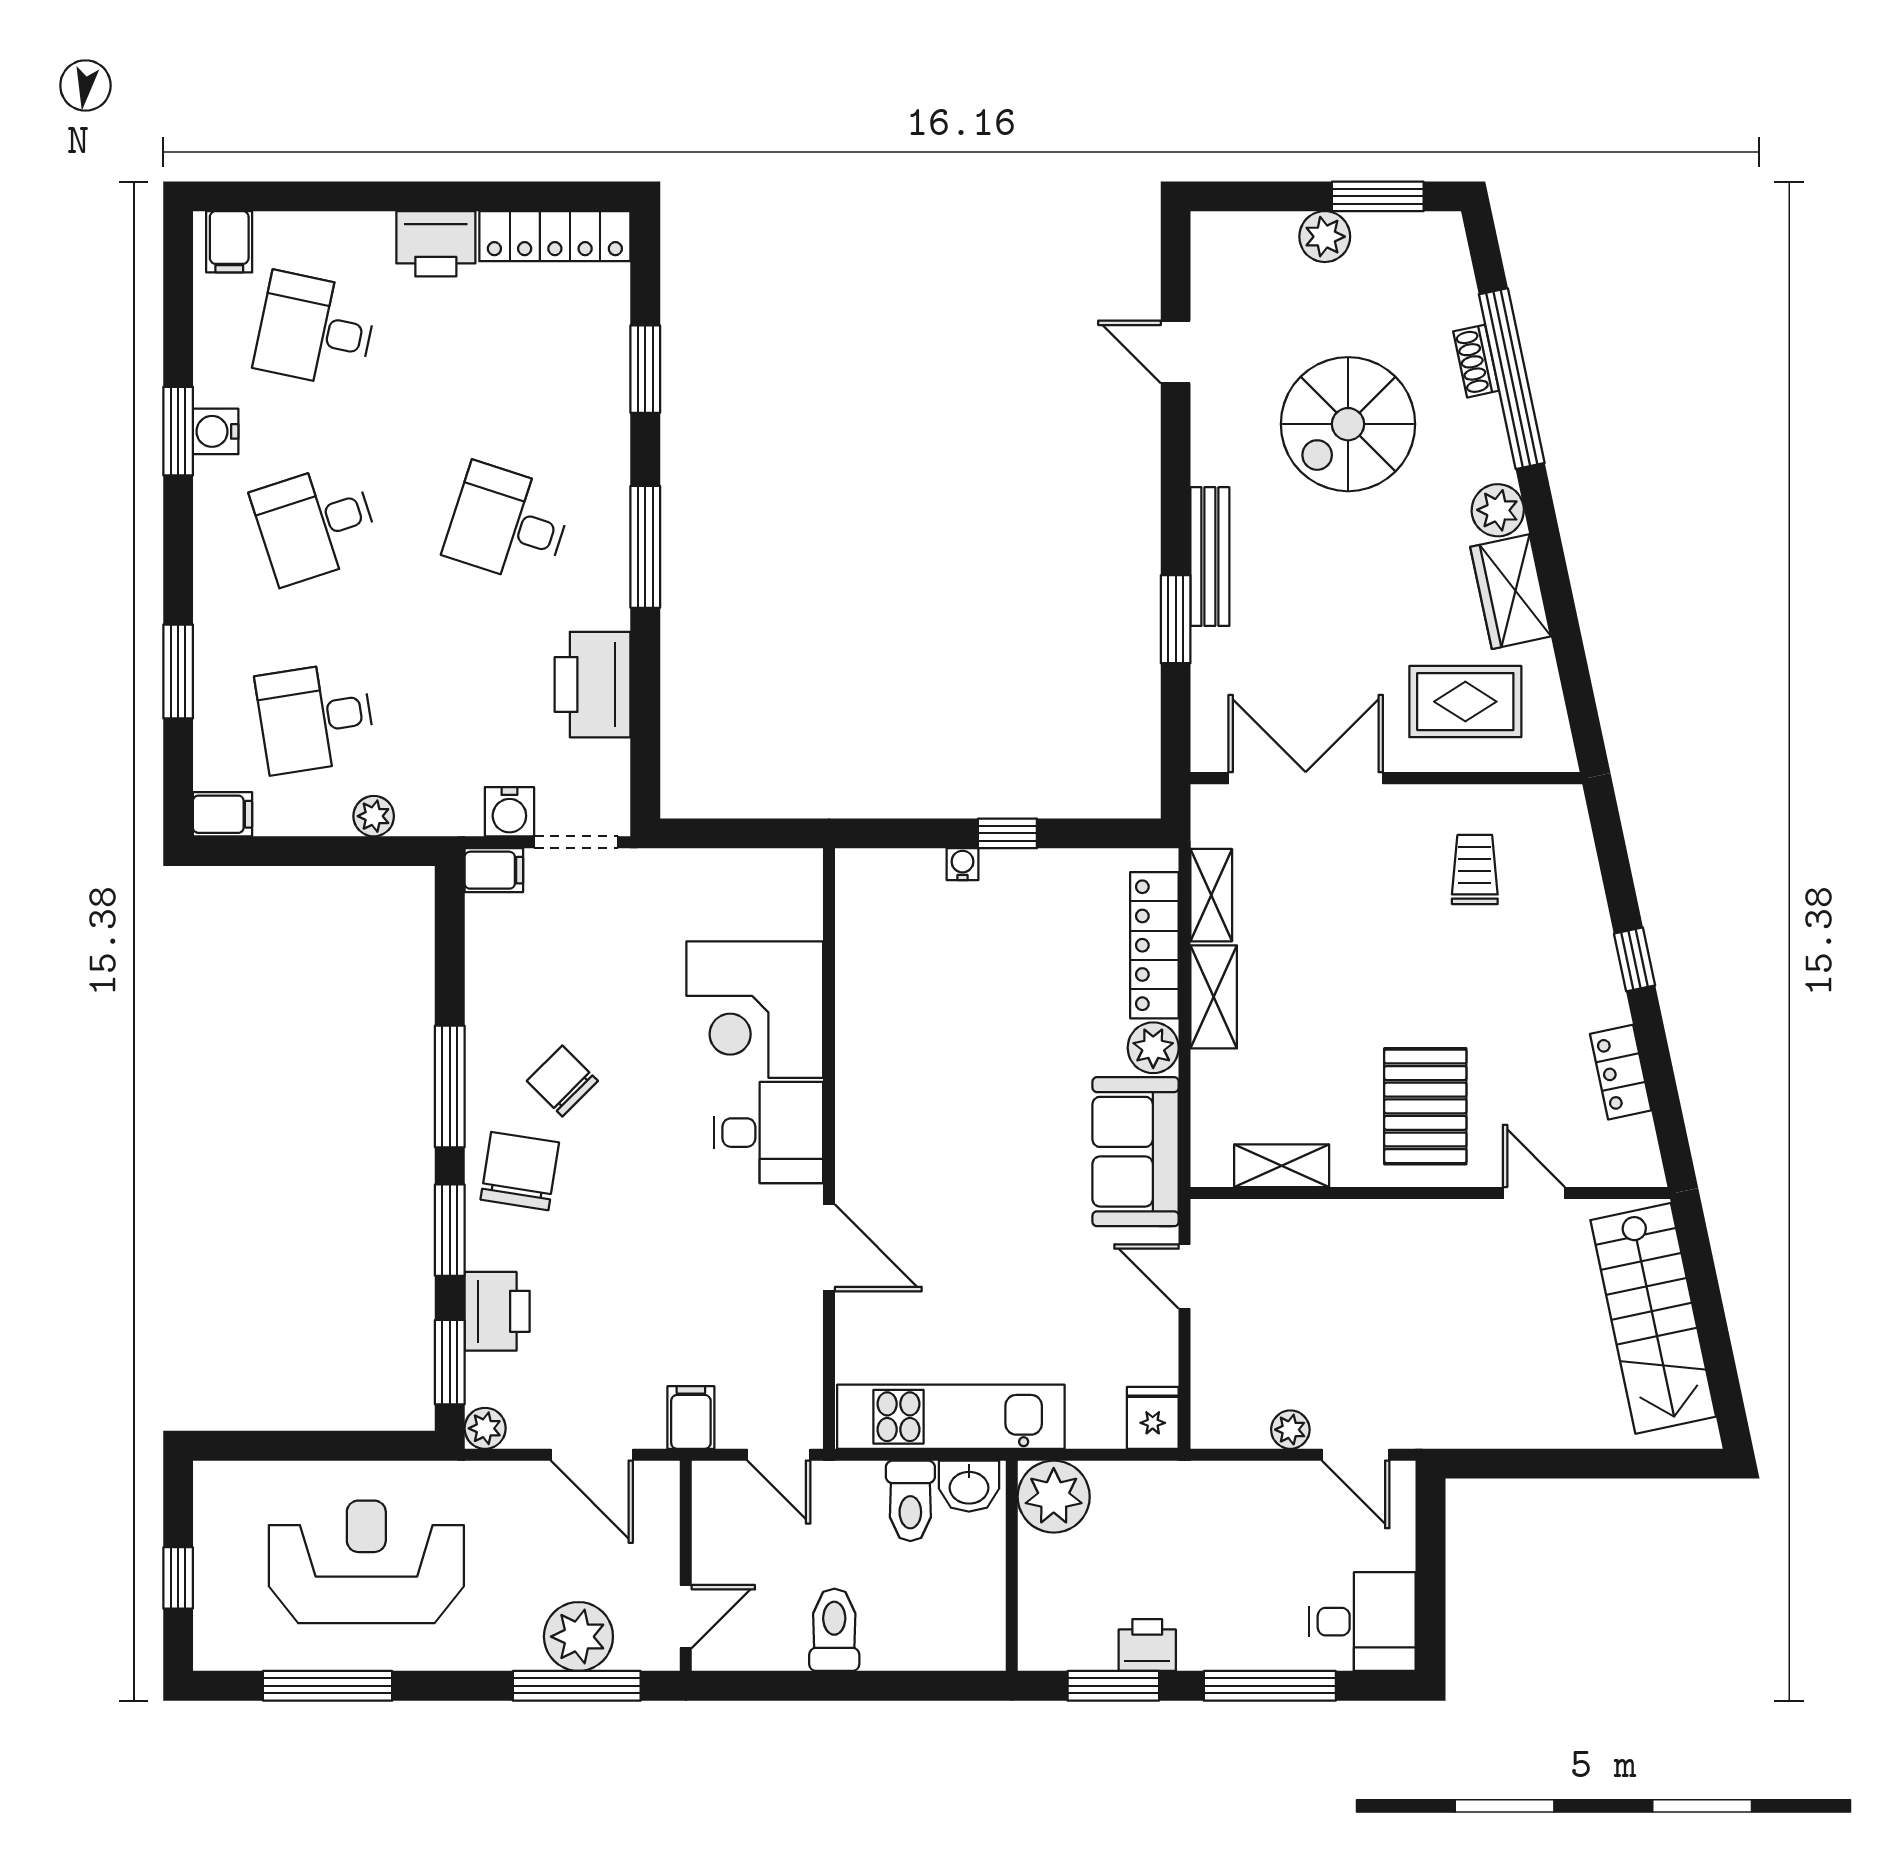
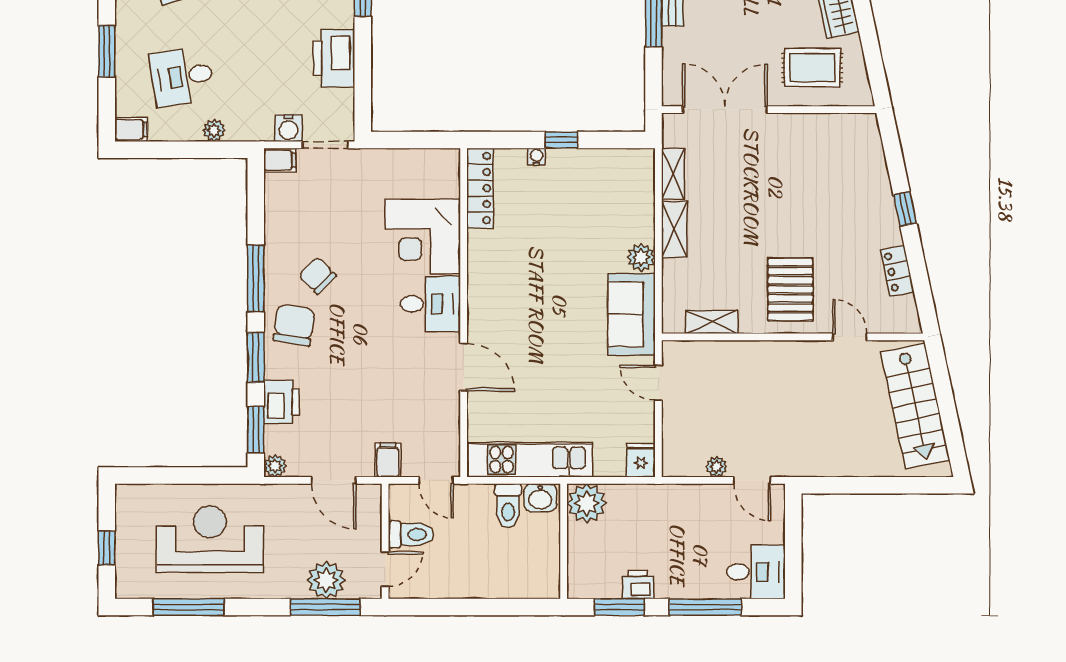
trolley: (1475, 869) -> (817, 160), removed
locker: (1154, 945) -> (480, 188), moved, turned 180
toilet: (834, 1630) -> (411, 535), moved, turned 90

